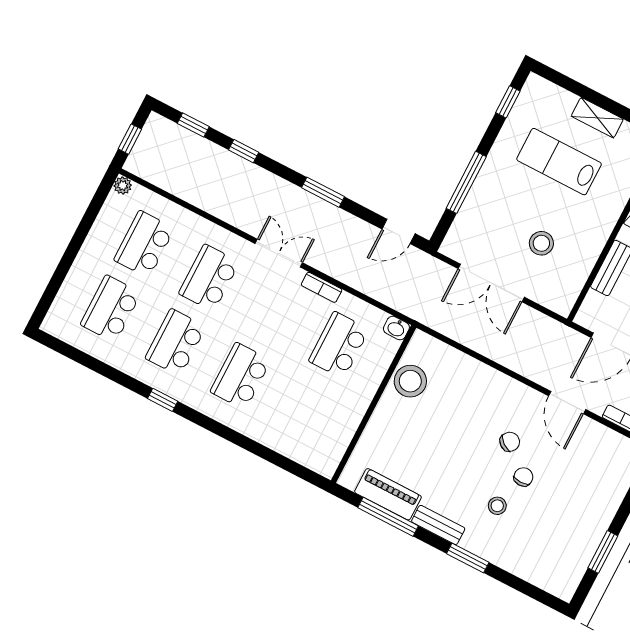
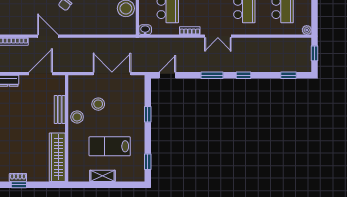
window: (244, 151) -> (244, 75), moved
lab bench: (559, 162) -> (110, 146), turned 180
window: (466, 182) -> (148, 114), width x0.46
stool: (589, 240) -> (77, 117), added

